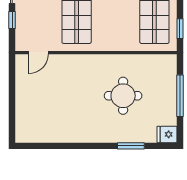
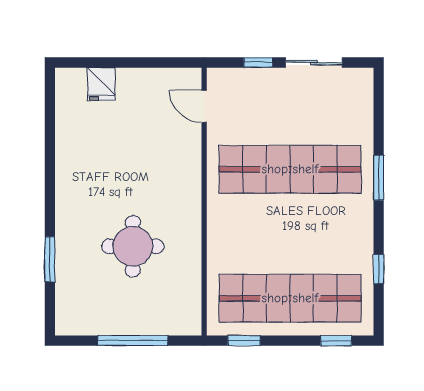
fridge: (167, 134) -> (101, 84), moved, turned 180

